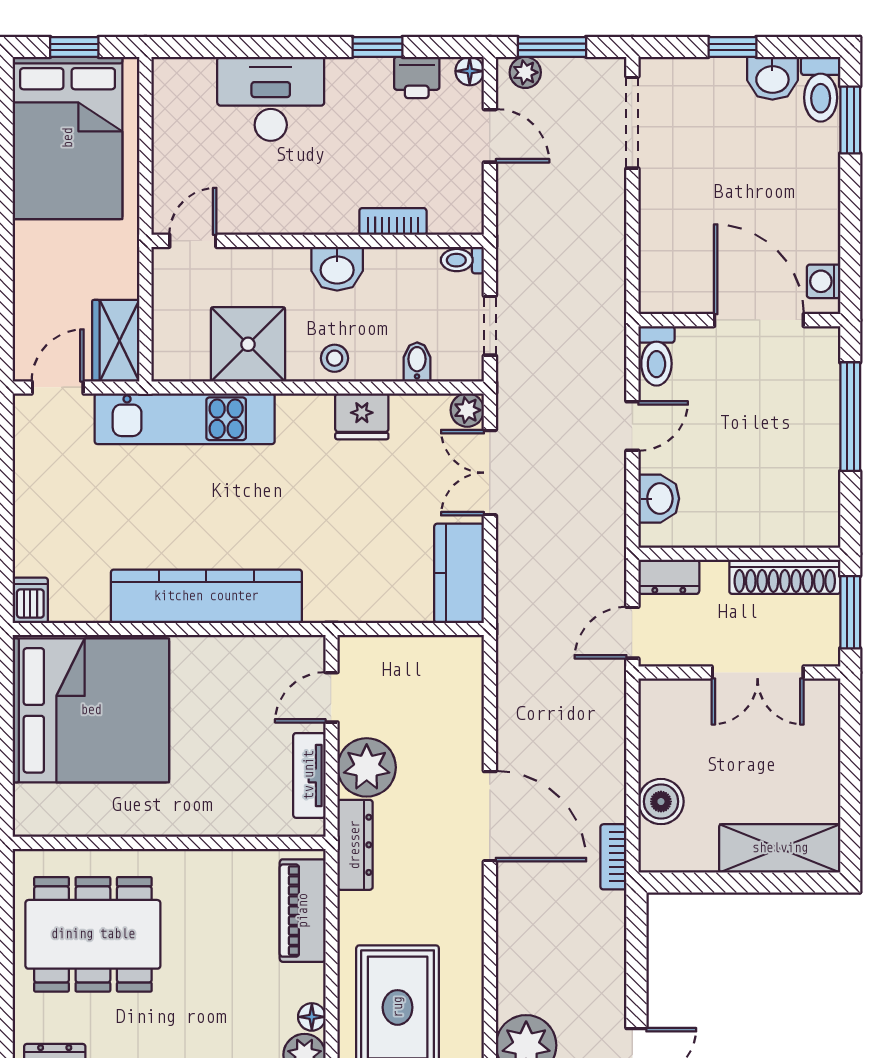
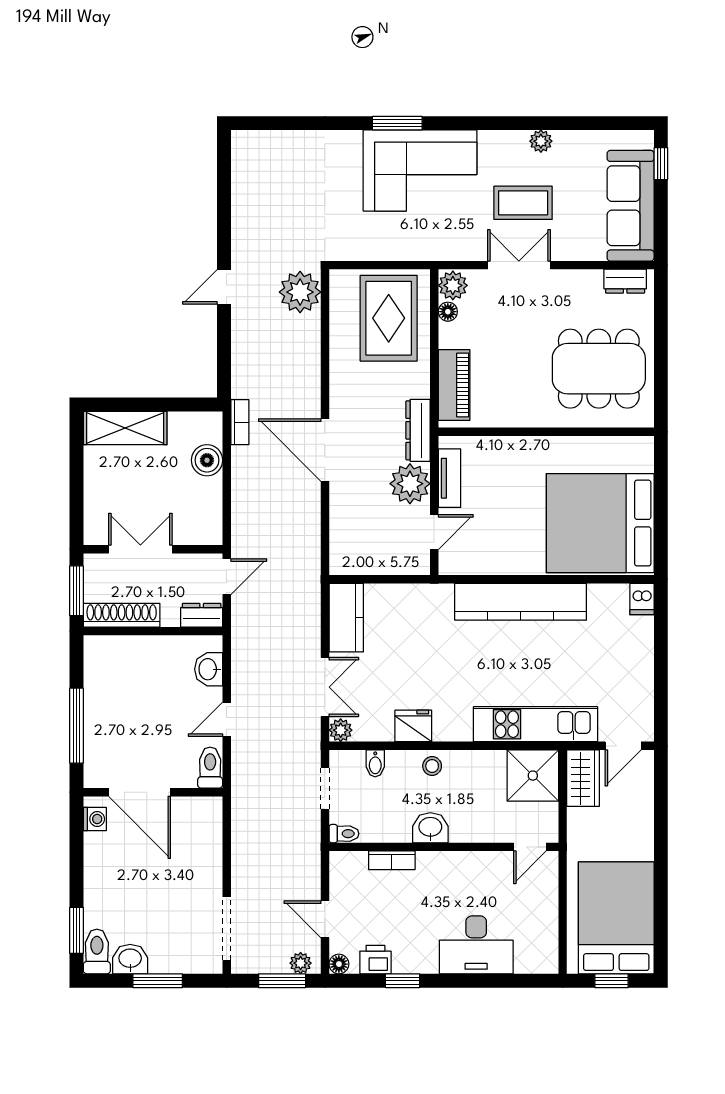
window: (732, 47) -> (158, 981), width x1.50
shower: (248, 344) -> (533, 776), moved

